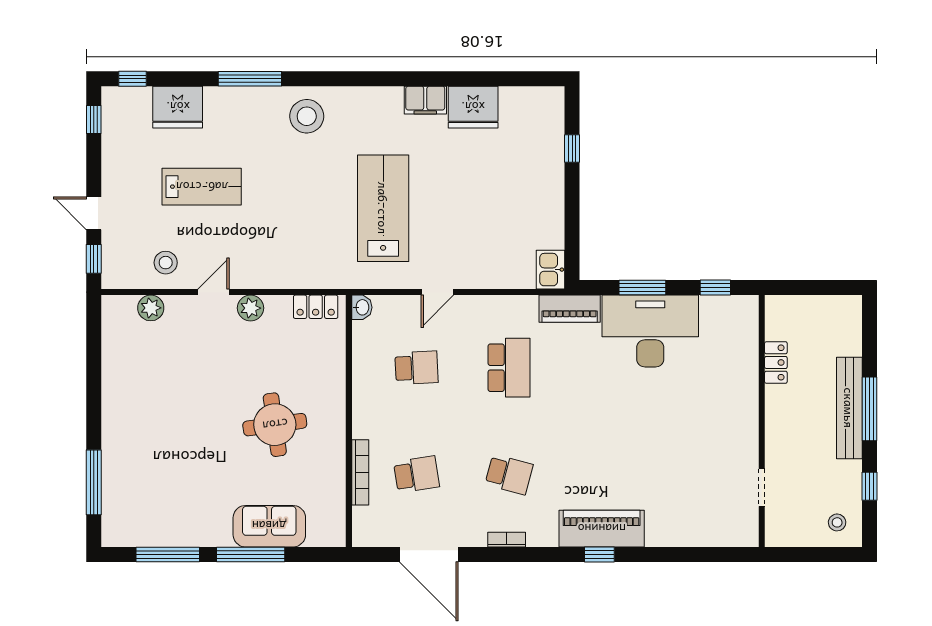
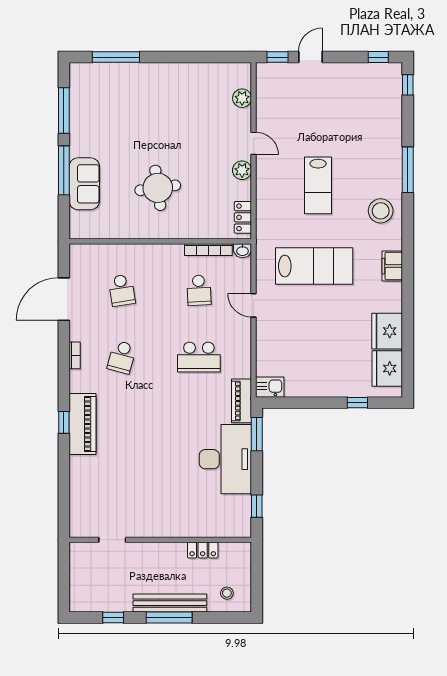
filing cabinet: (425, 100) -> (392, 266), moved
fridge: (178, 107) -> (387, 368), moved
lab bench: (202, 187) -> (318, 185), moved
stool: (166, 263) -> (275, 109), removed
window: (642, 288) -> (257, 434), moved
bookcase: (360, 472) -> (208, 250), moved
stool: (837, 522) -> (227, 593), moved

